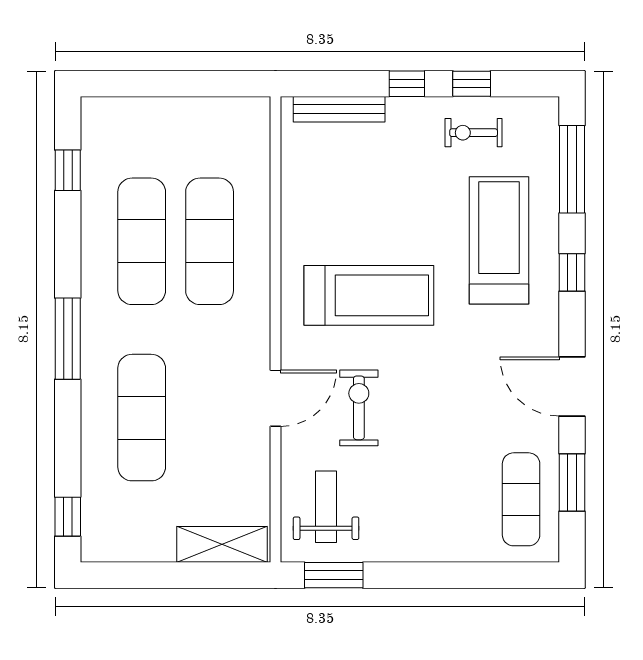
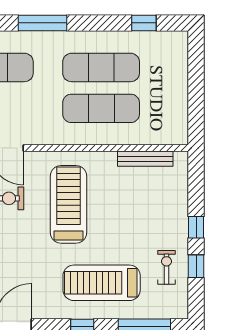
bench: (339, 109) -> (145, 159), moved, turned 90
treadmill: (499, 240) -> (102, 283), turned 180
treadmill: (369, 295) -> (68, 204), turned 180

